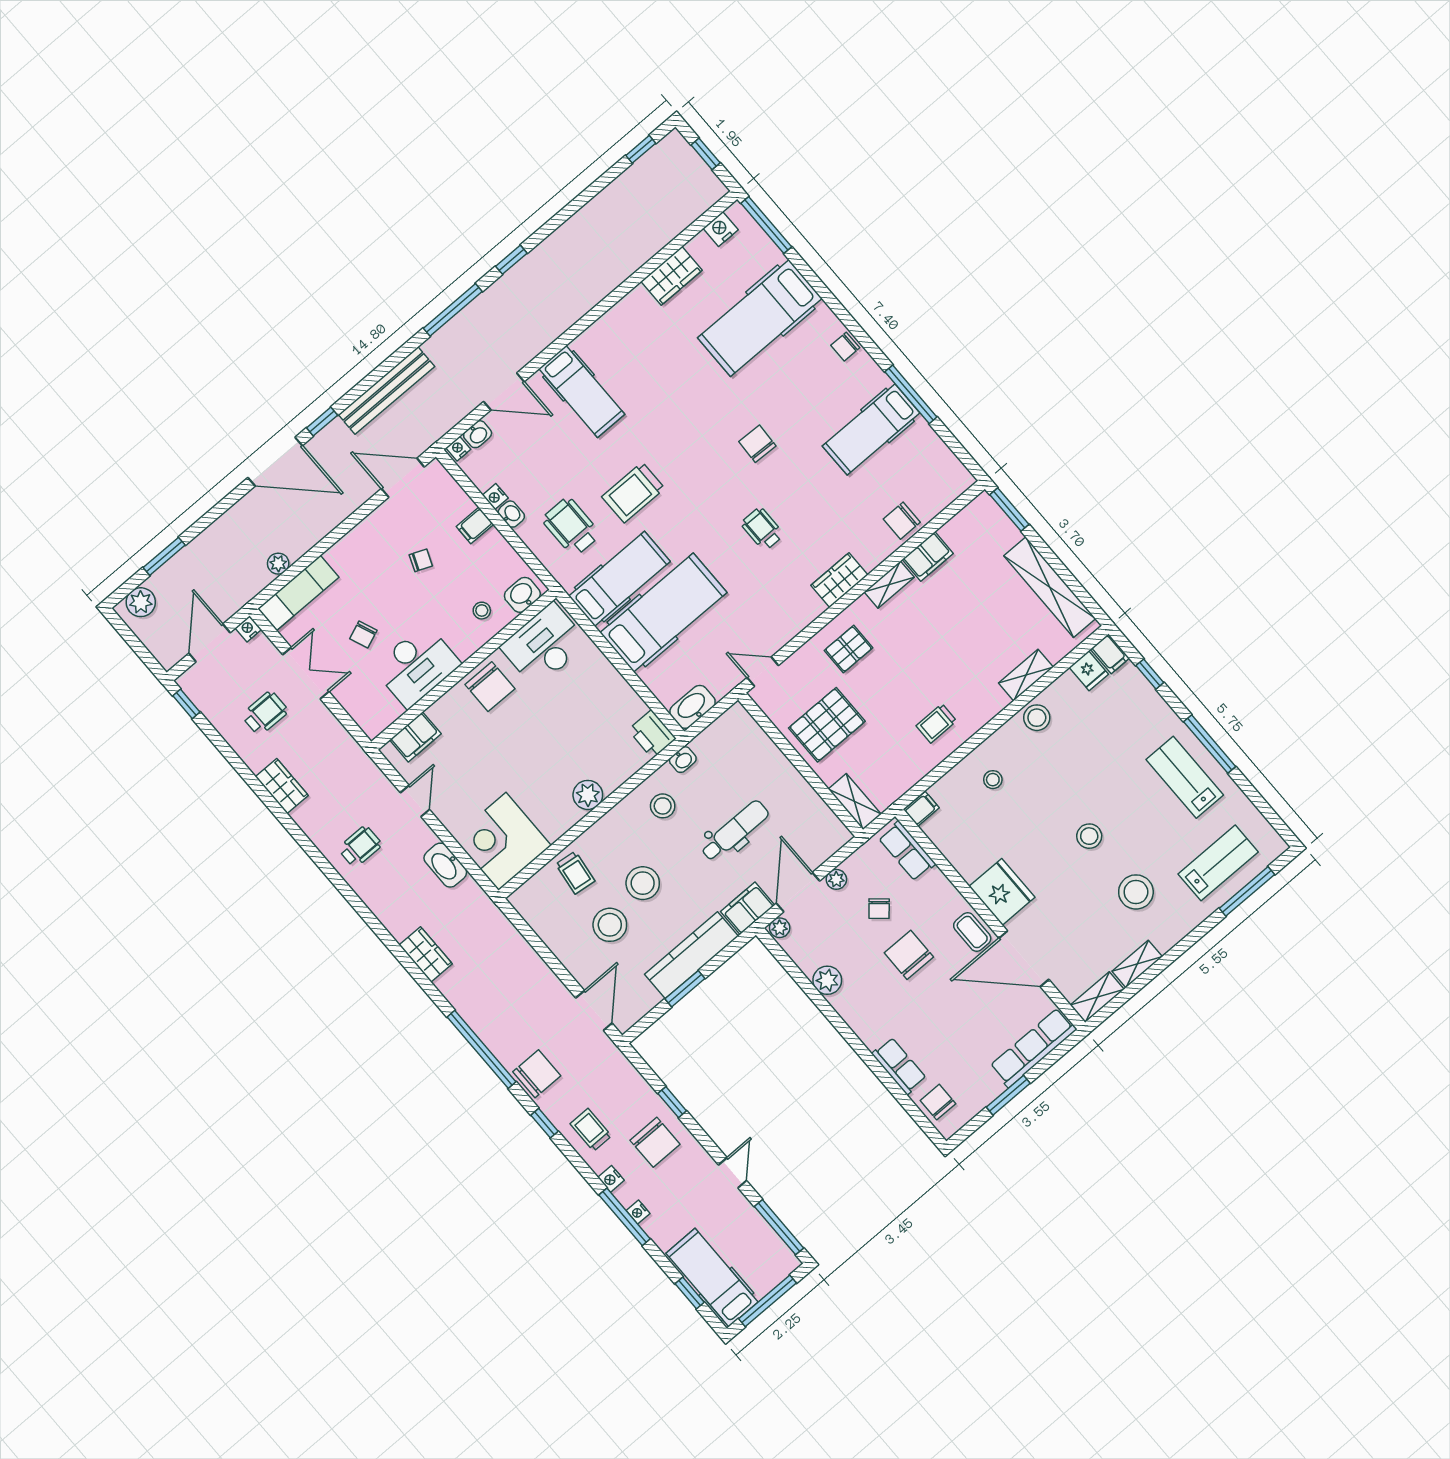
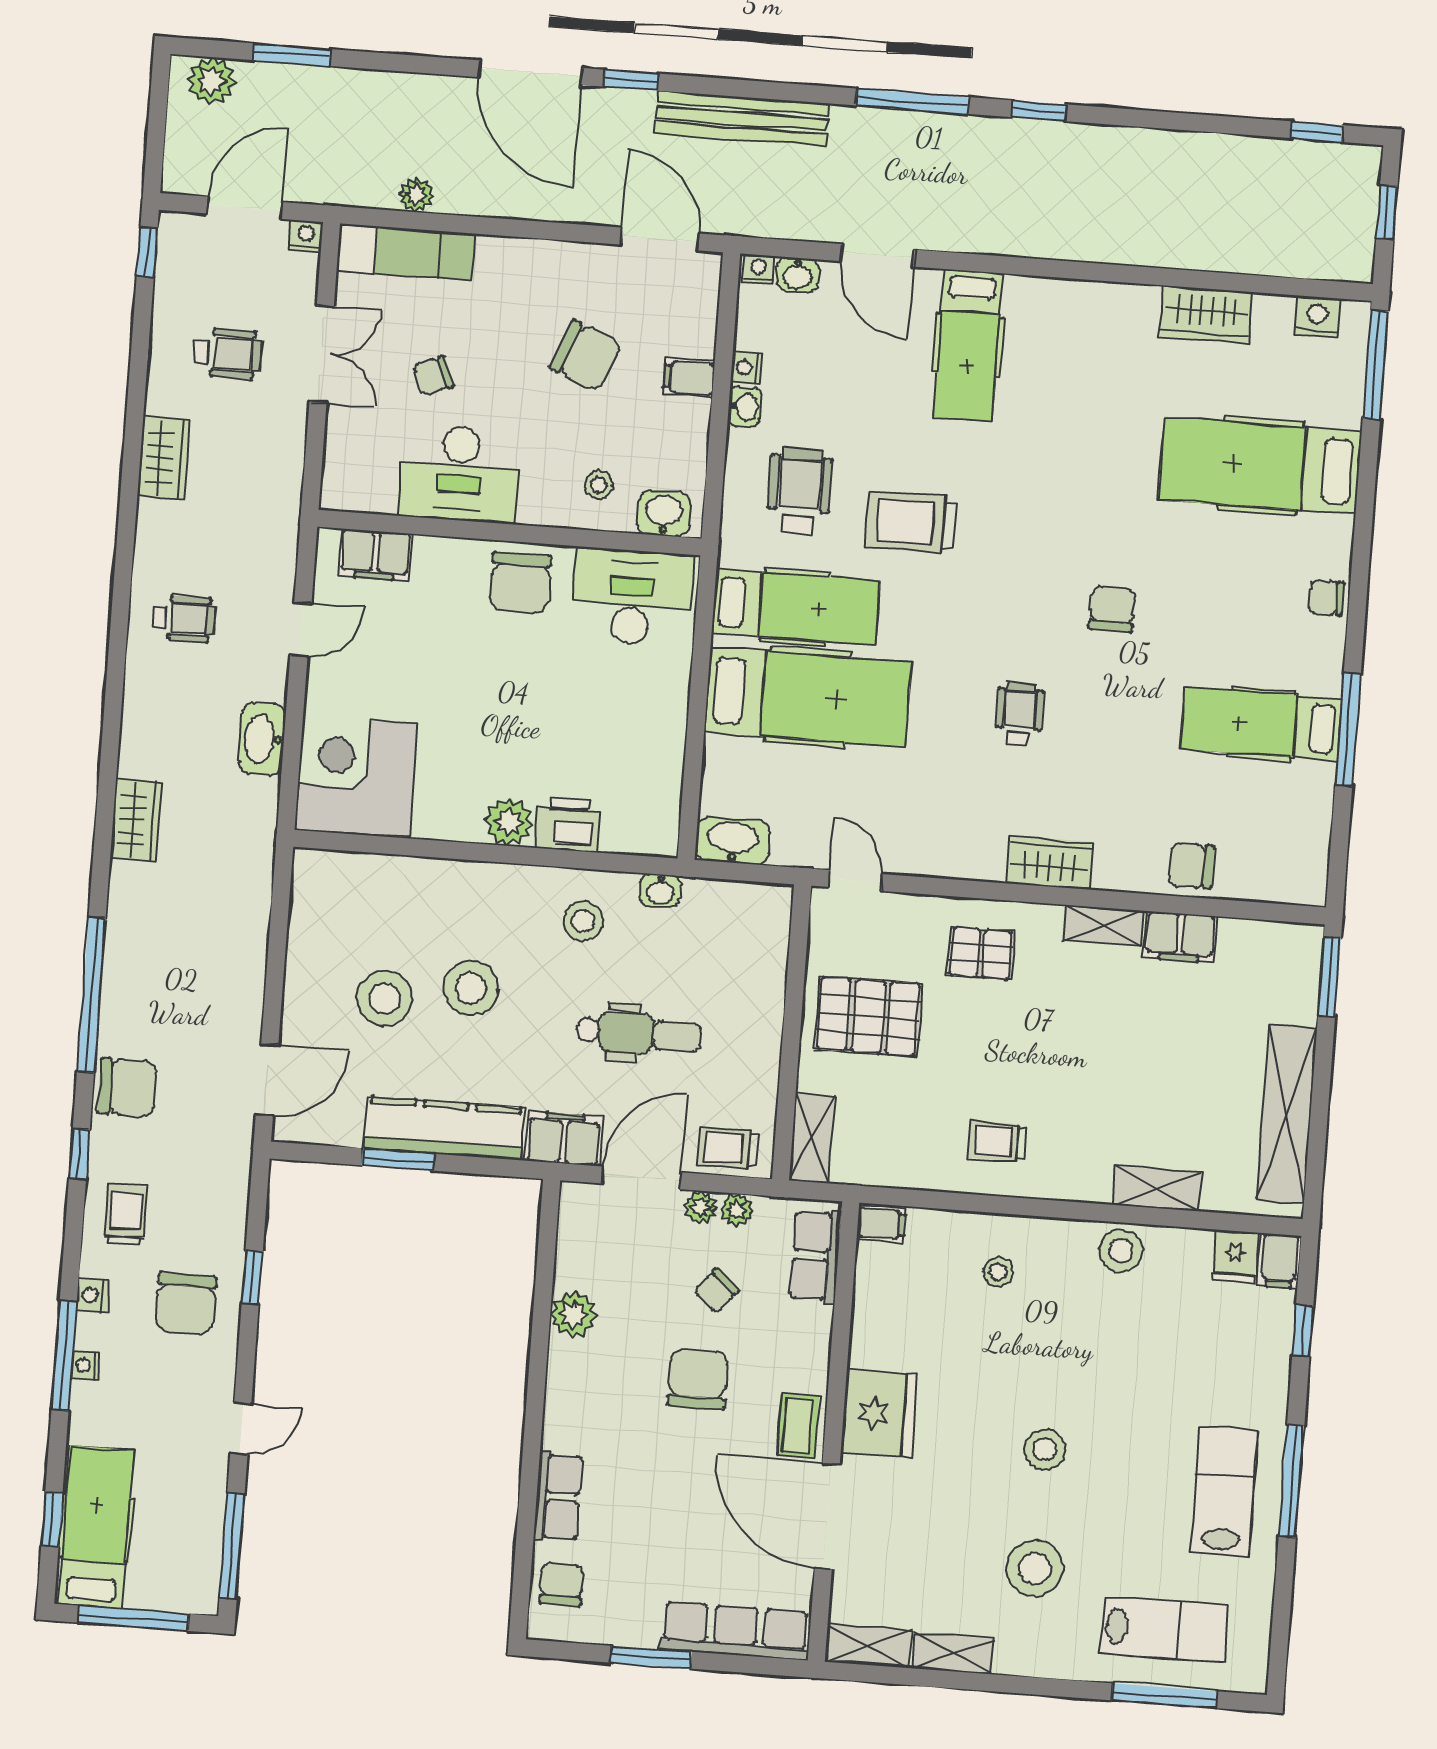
chair: (421, 560) -> (586, 356), width x1.87, depth x1.87
printer: (652, 734) -> (568, 824), moved, turned 90
trolley: (575, 873) -> (728, 1148), moved, turned 83
plant: (780, 928) -> (737, 1210), moved

